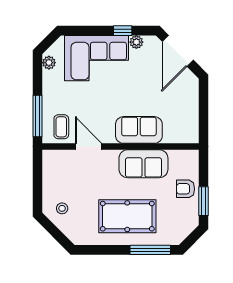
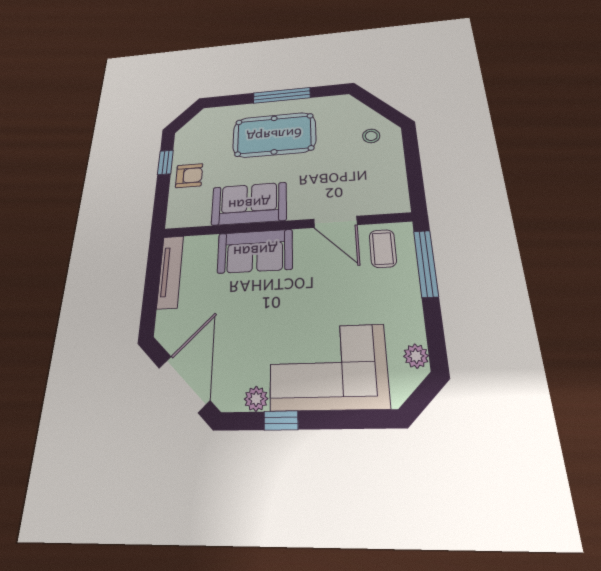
tv unit: (192, 119) -> (170, 272), added
window: (204, 201) -> (165, 162), width x0.67
window: (150, 250) -> (282, 95), moved

